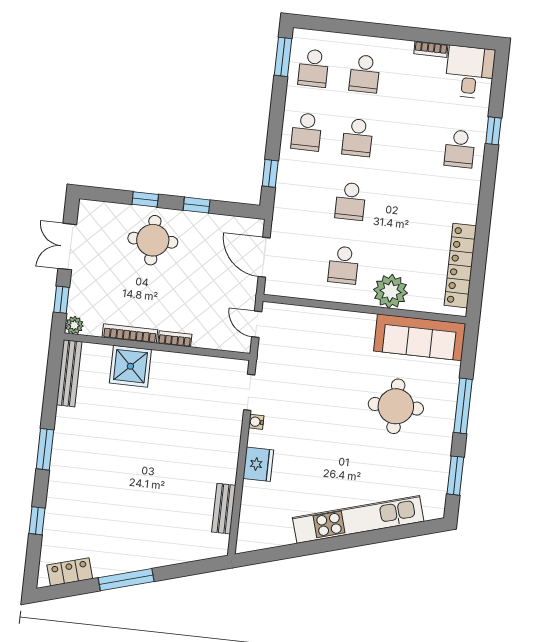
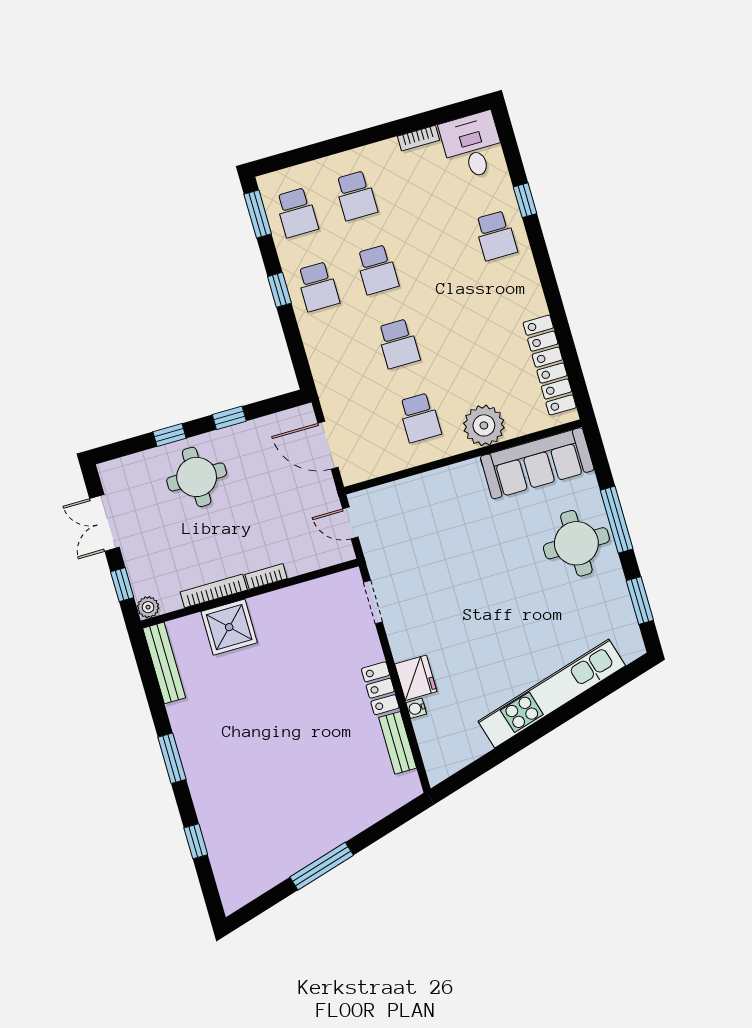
window: (270, 173) -> (279, 290), moved
round table: (396, 406) -> (576, 543), moved
water cooler: (256, 422) -> (416, 708), moved
locker: (70, 572) -> (380, 688), moved, turned -74

